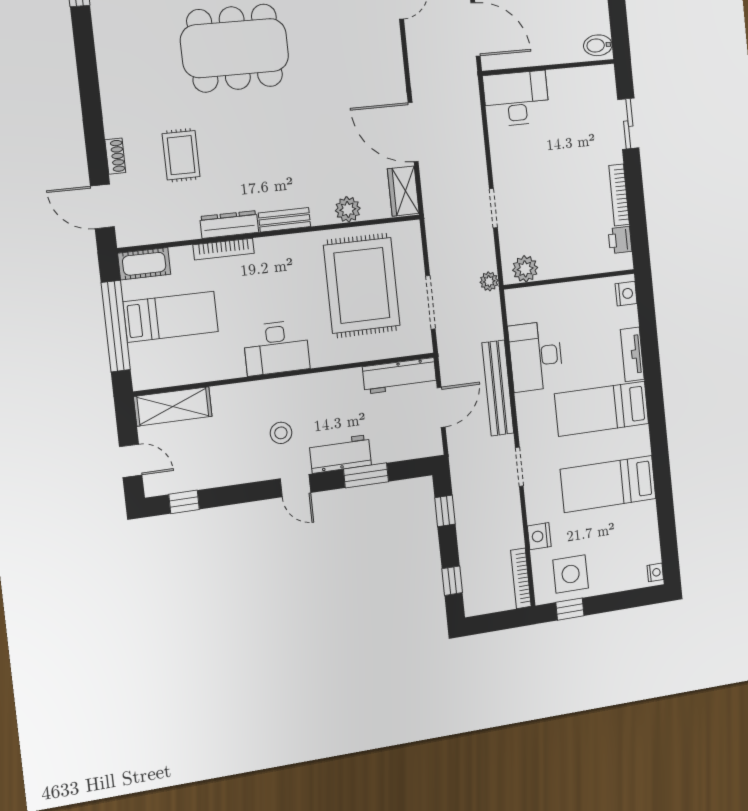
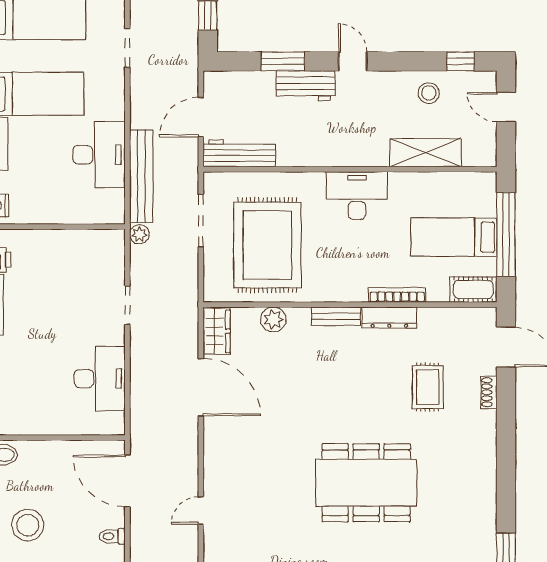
desk: (516, 99) -> (100, 379), moved, turned -90
plant: (525, 269) -> (101, 242), removed
bench: (498, 388) -> (141, 176), moved
shelving: (173, 406) -> (426, 153), moved
stool: (281, 433) -> (429, 93), moved

